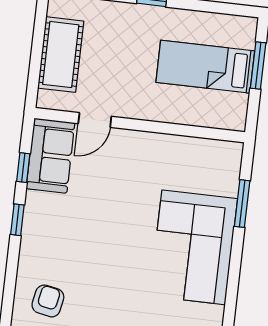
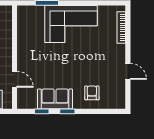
sofa: (50, 156) -> (55, 99), moved
armchair: (48, 301) -> (92, 93), moved, turned 79

